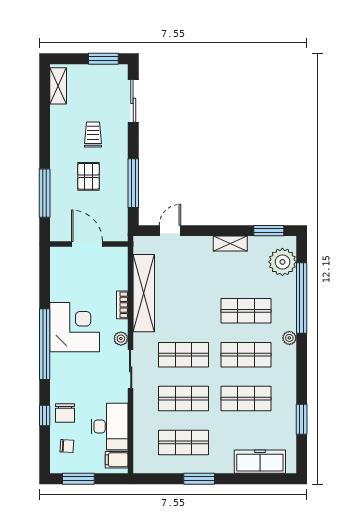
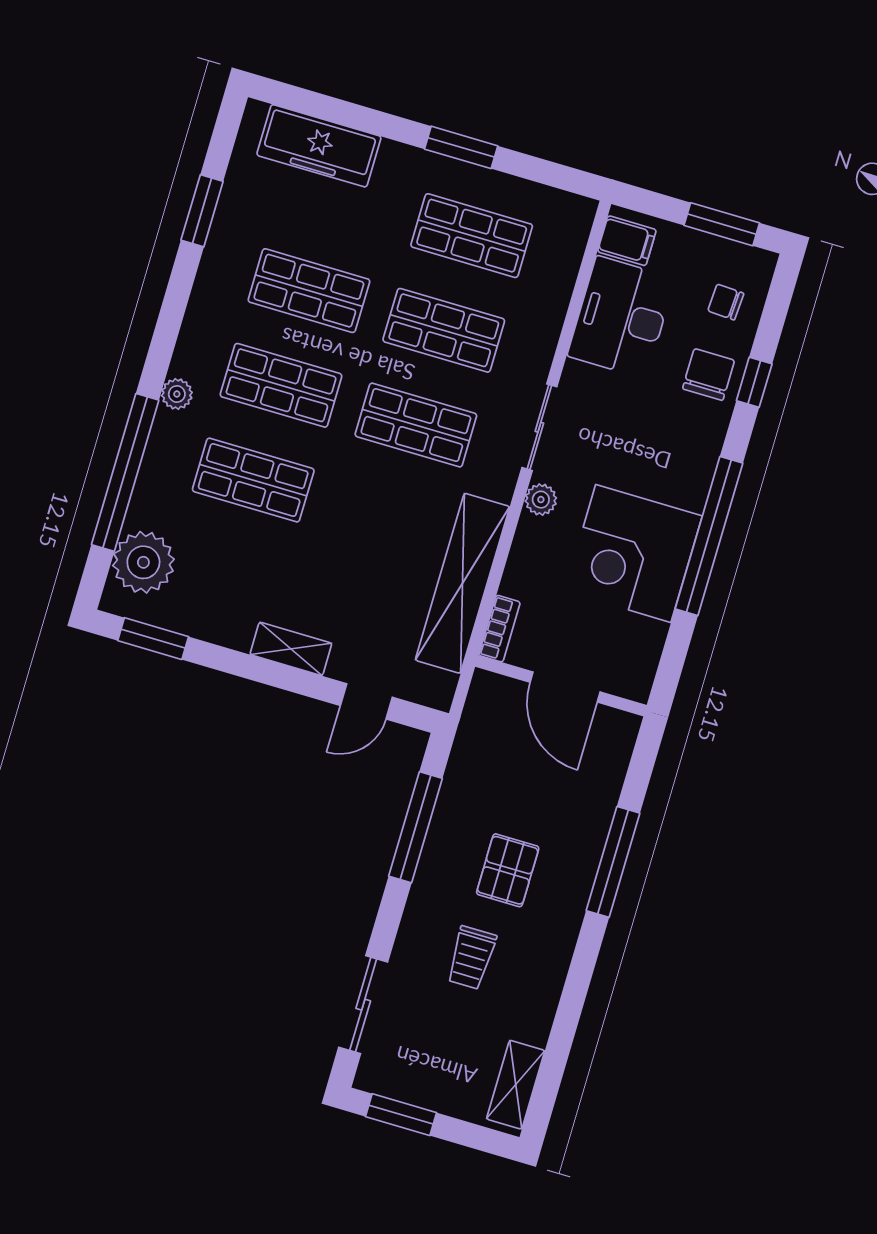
door: (87, 244) -> (565, 687), moved
wall: (89, 244) -> (561, 686), moved
shelving: (230, 244) -> (291, 649), moved
bookcase: (122, 305) -> (500, 629), moved

